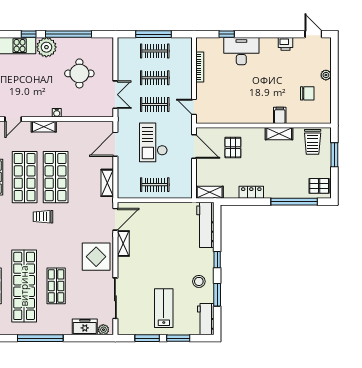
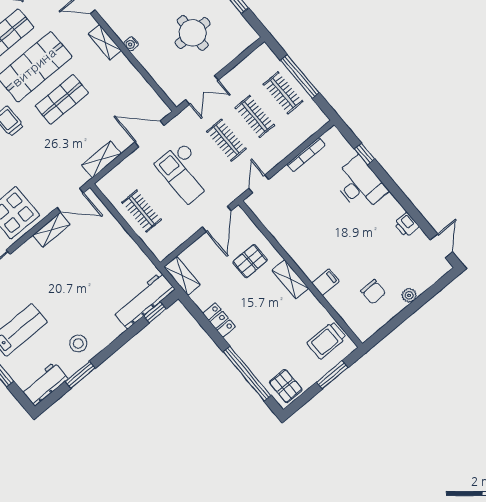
shelving: (279, 134) -> (290, 279), moved
checkout: (153, 142) -> (185, 172), turned -90
shop shelf: (56, 177) -> (62, 99), width x0.70, depth x0.74
window: (217, 260) -> (155, 312), moved

